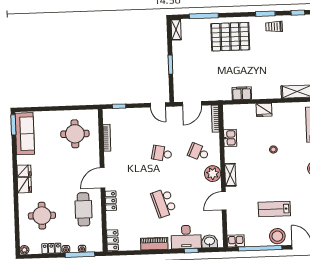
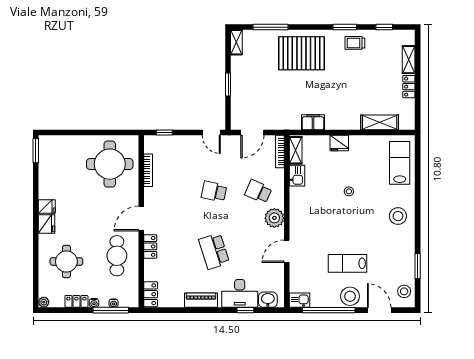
sofa: (25, 134) -> (49, 162), removed
round table: (75, 134) -> (110, 164), width x1.36, depth x1.36
shelving: (230, 175) -> (296, 150), moved

